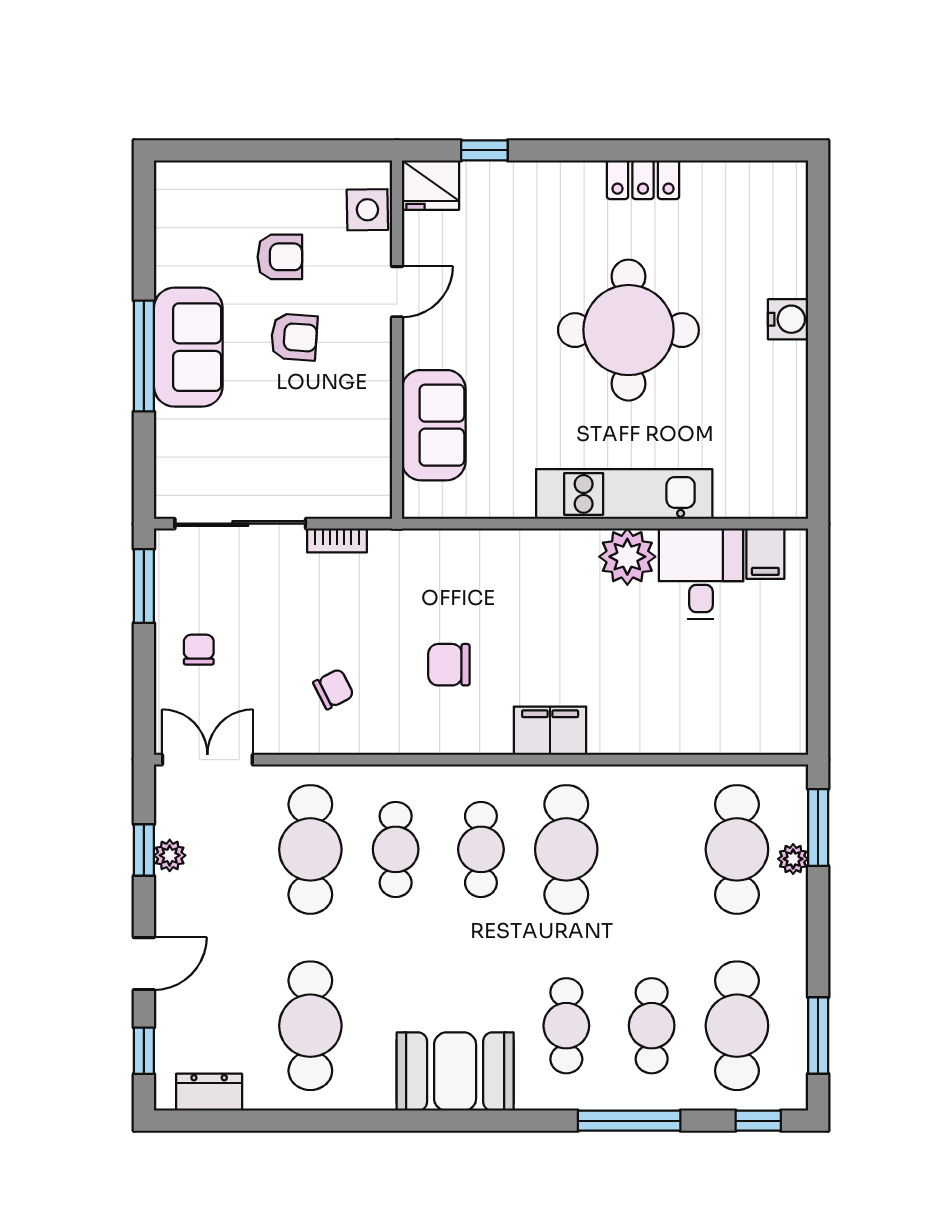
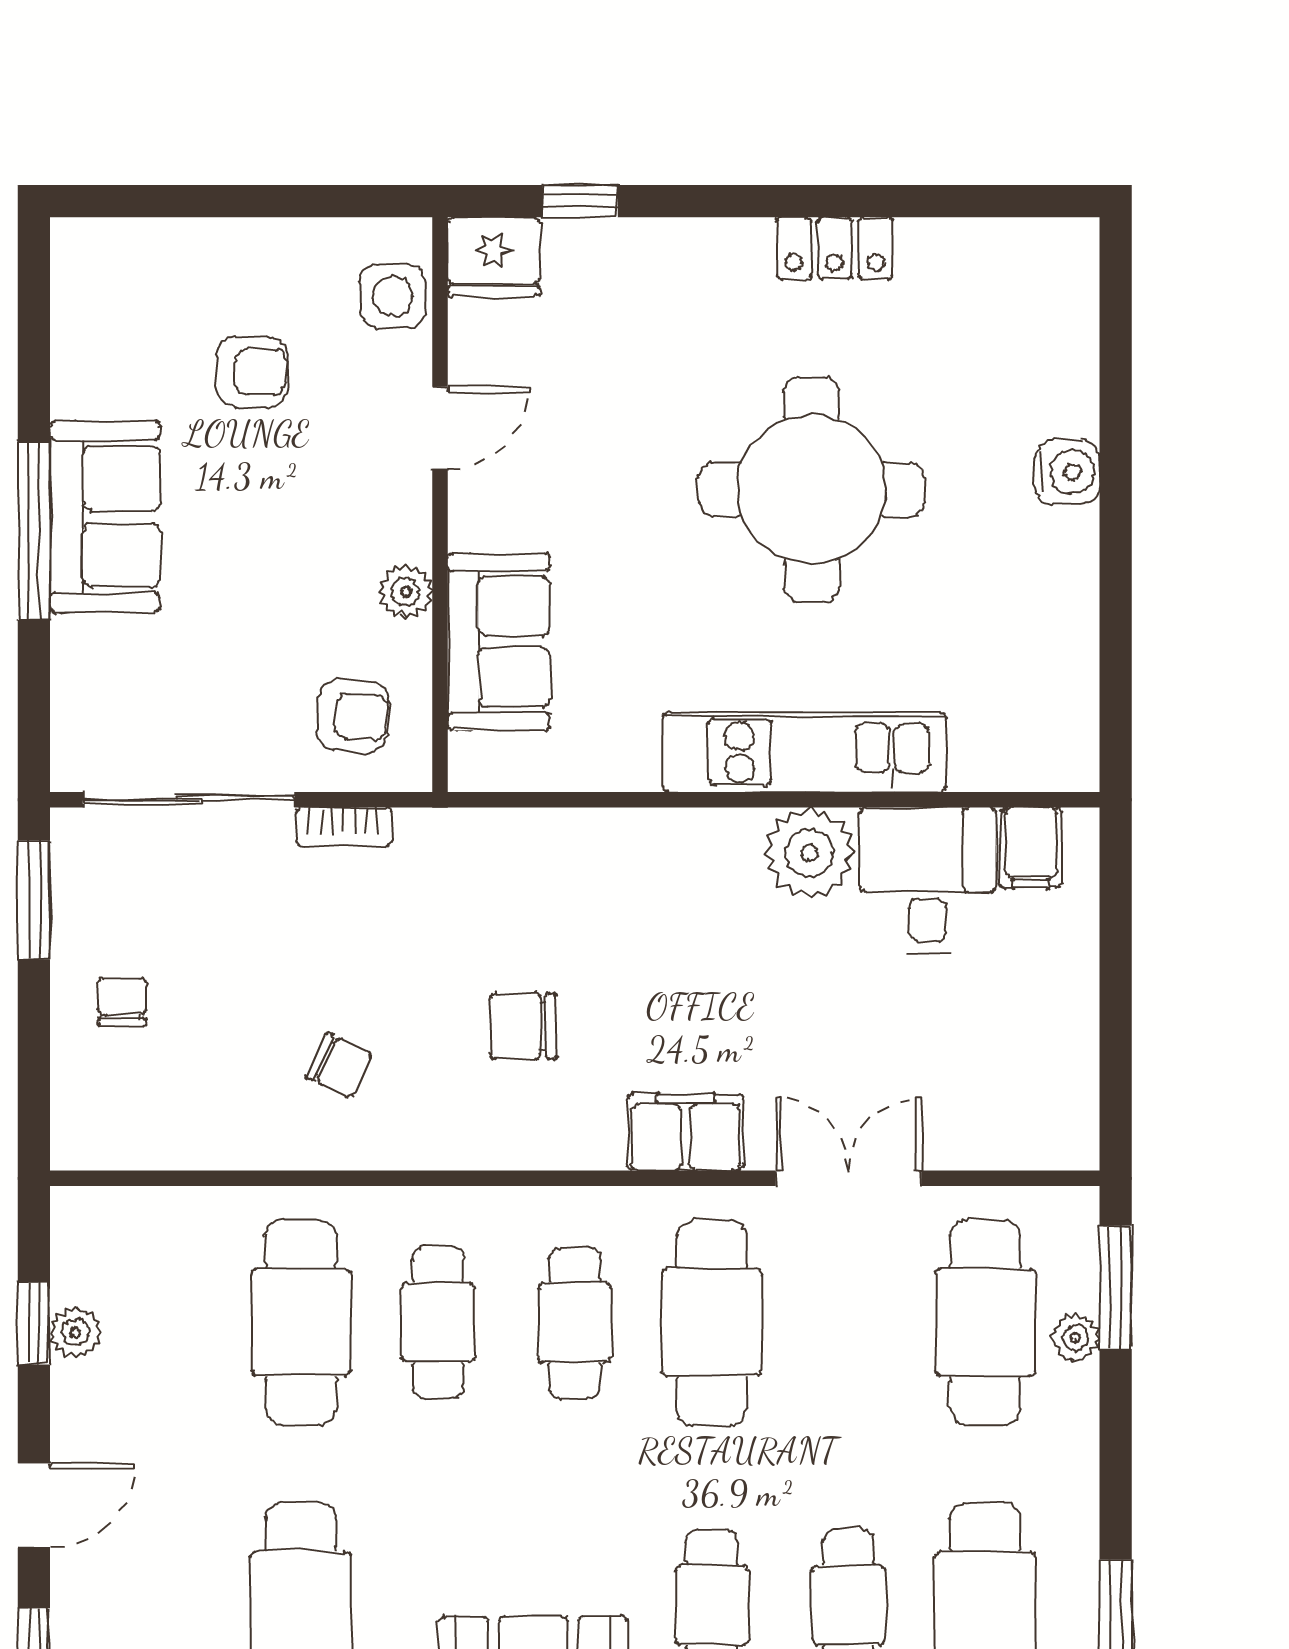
armchair: (294, 337) -> (353, 716), moved
plant: (376, 394) -> (406, 591), added
chair: (334, 689) -> (338, 1065), turned 52
double door: (207, 760) -> (849, 1178), moved

